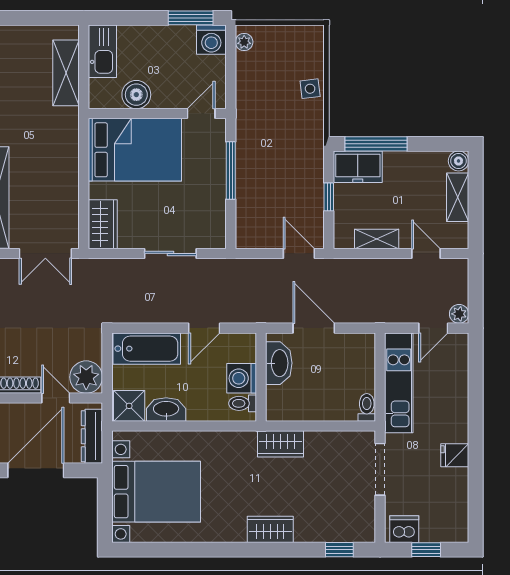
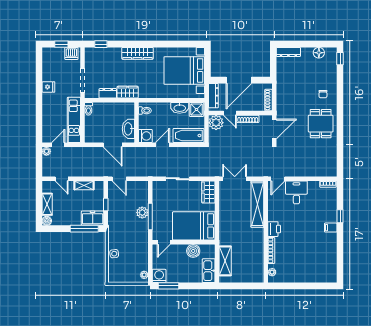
plant: (248, 179) -> (142, 213), added
washing machine: (242, 378) -> (145, 136), moved
dresser: (324, 441) -> (108, 93), added
wardrobe: (270, 529) -> (137, 53), width x1.50

